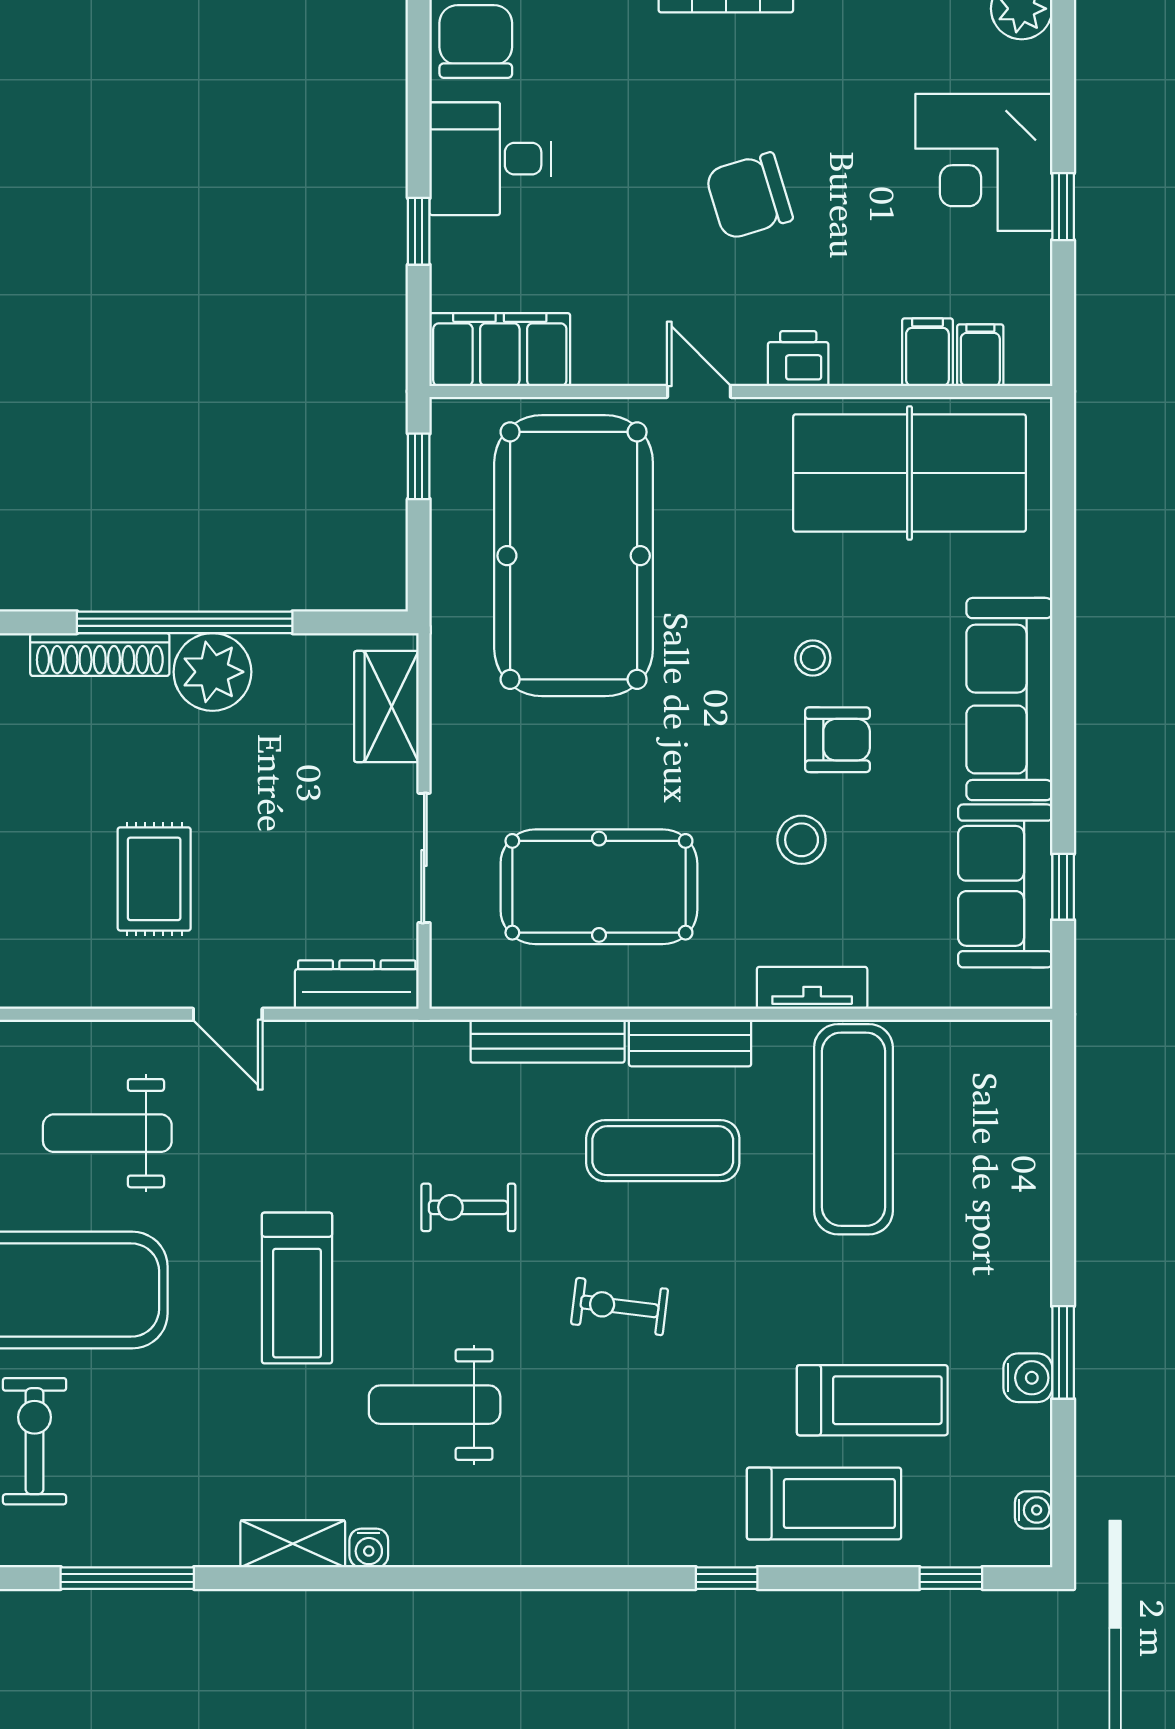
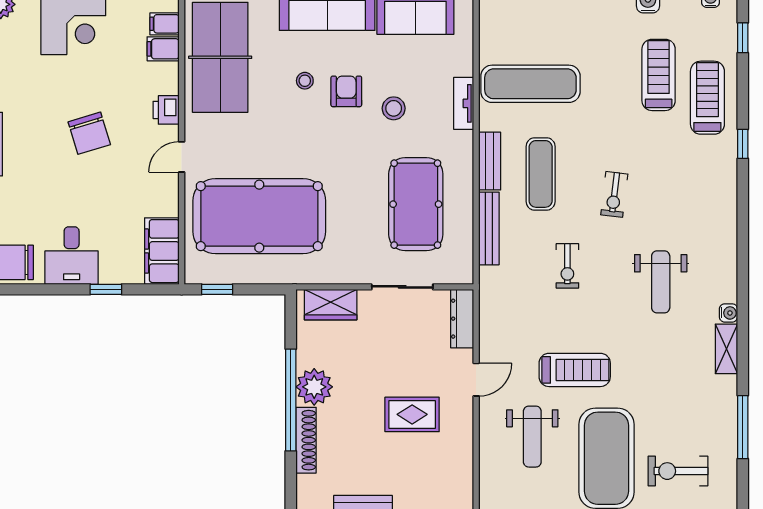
stool: (813, 658) -> (305, 81), moved
treadmill: (297, 1288) -> (575, 370), moved

